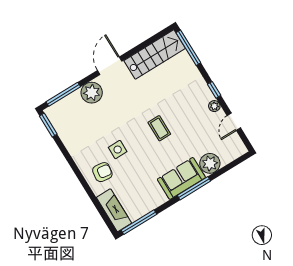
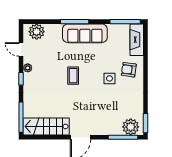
plant: (92, 93) -> (131, 127), moved
door: (234, 122) -> (21, 49), swing flipped
plant: (210, 163) -> (37, 32), moved
sofa: (181, 178) -> (85, 33), width x1.36

